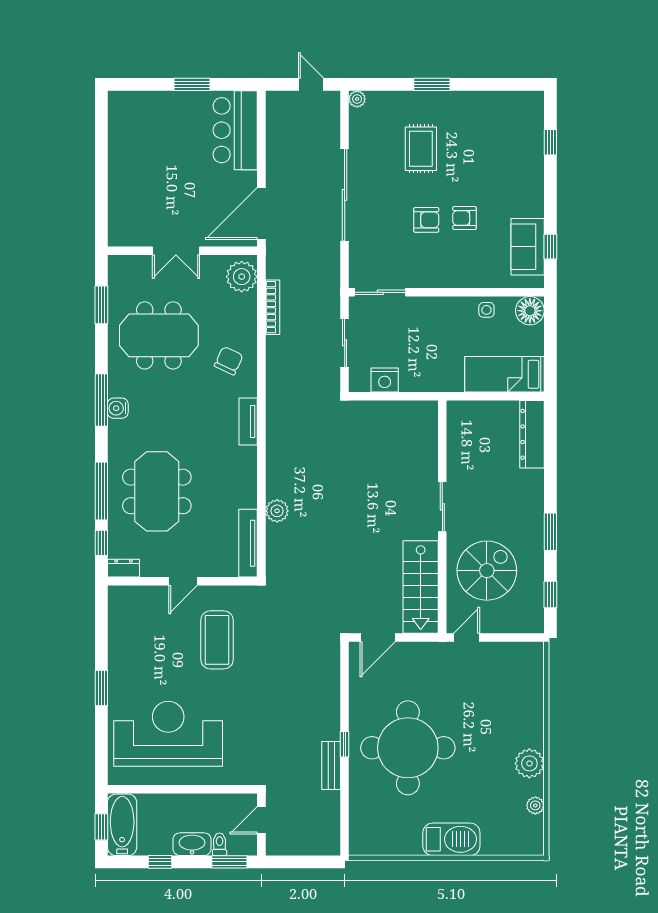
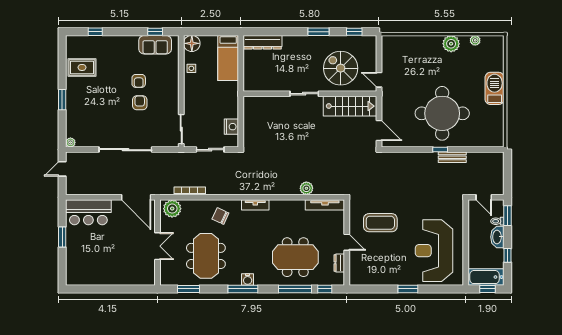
rug: (421, 149) -> (82, 67), moved
dresser: (123, 568) -> (339, 263), moved

